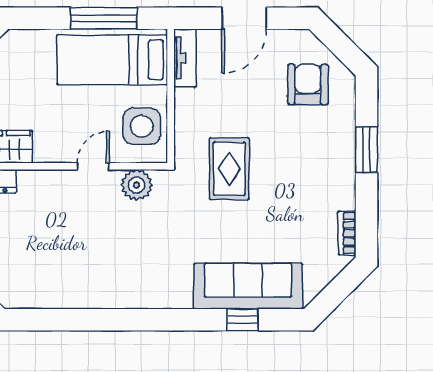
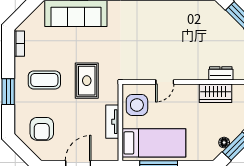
tv unit: (185, 58) -> (112, 122), moved
coffee table: (303, 170) -> (44, 80), added
plant: (137, 185) -> (140, 71), removed

